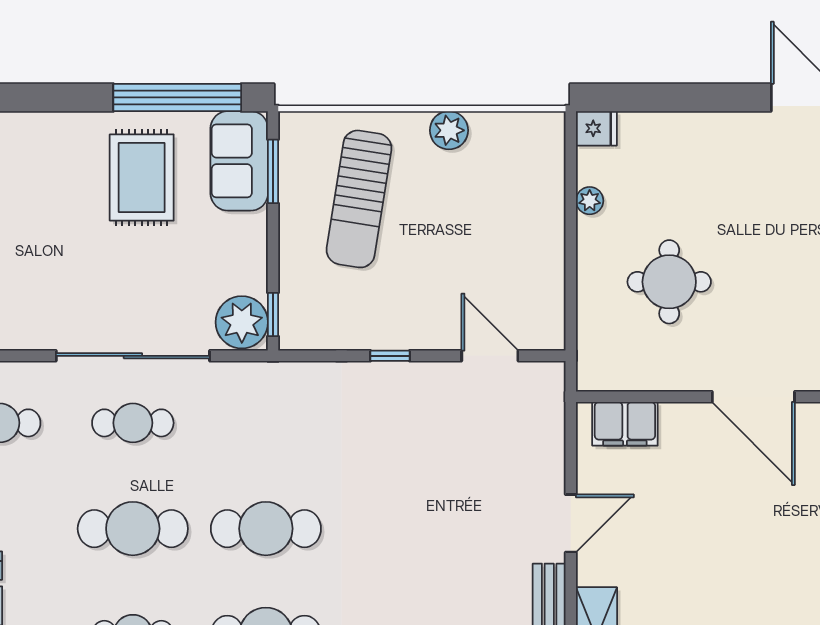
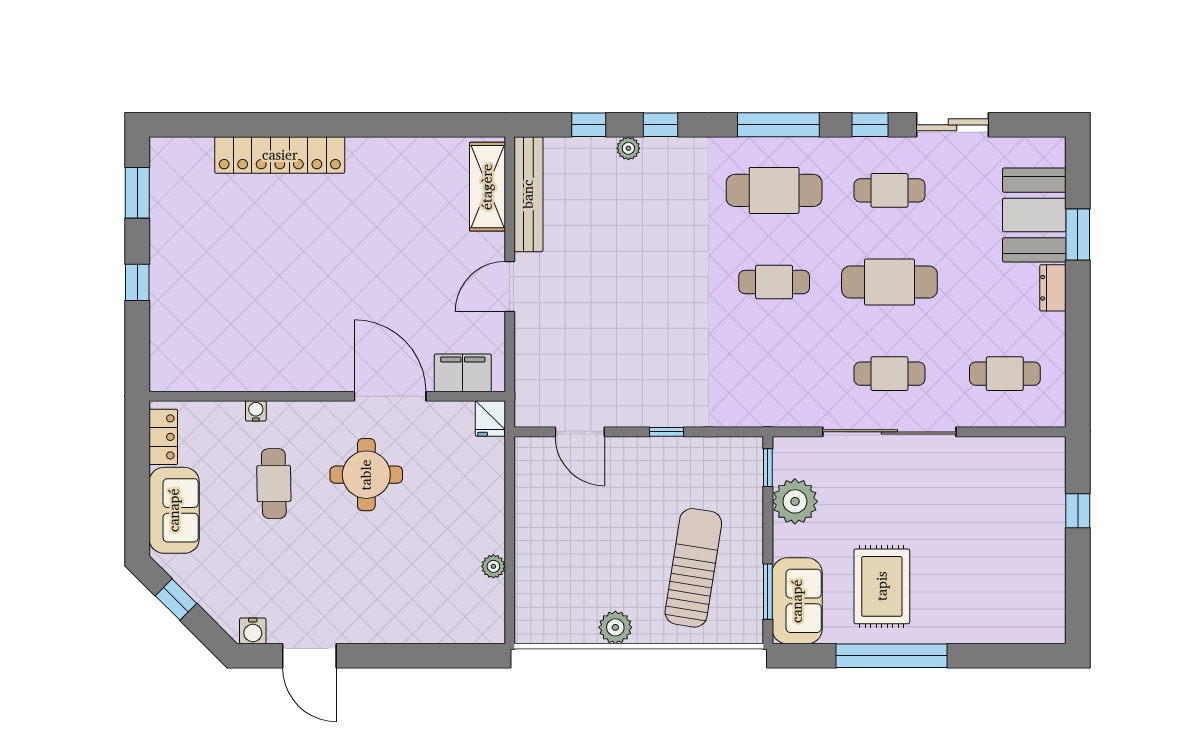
window: (177, 97) -> (892, 656), moved
fridge: (596, 128) -> (490, 418), moved, turned -90
round table: (669, 282) -> (366, 475), moved
plant: (242, 322) -> (795, 501), moved
door: (753, 397) -> (390, 396), moved
cafe table: (266, 529) -> (774, 282), width x0.73, depth x0.74

